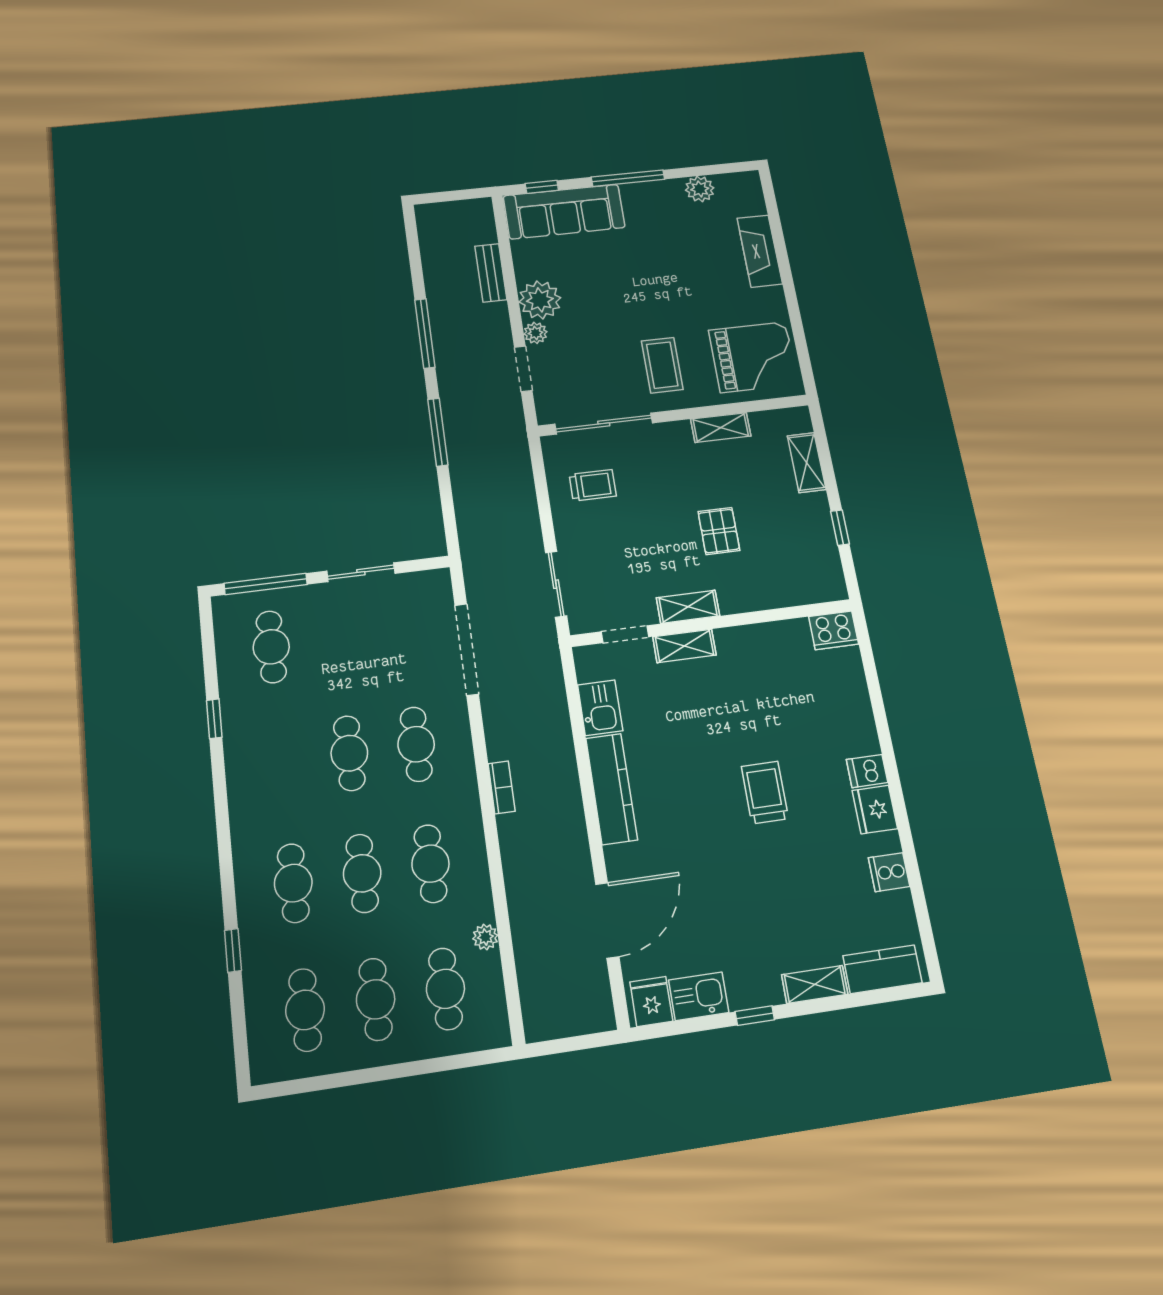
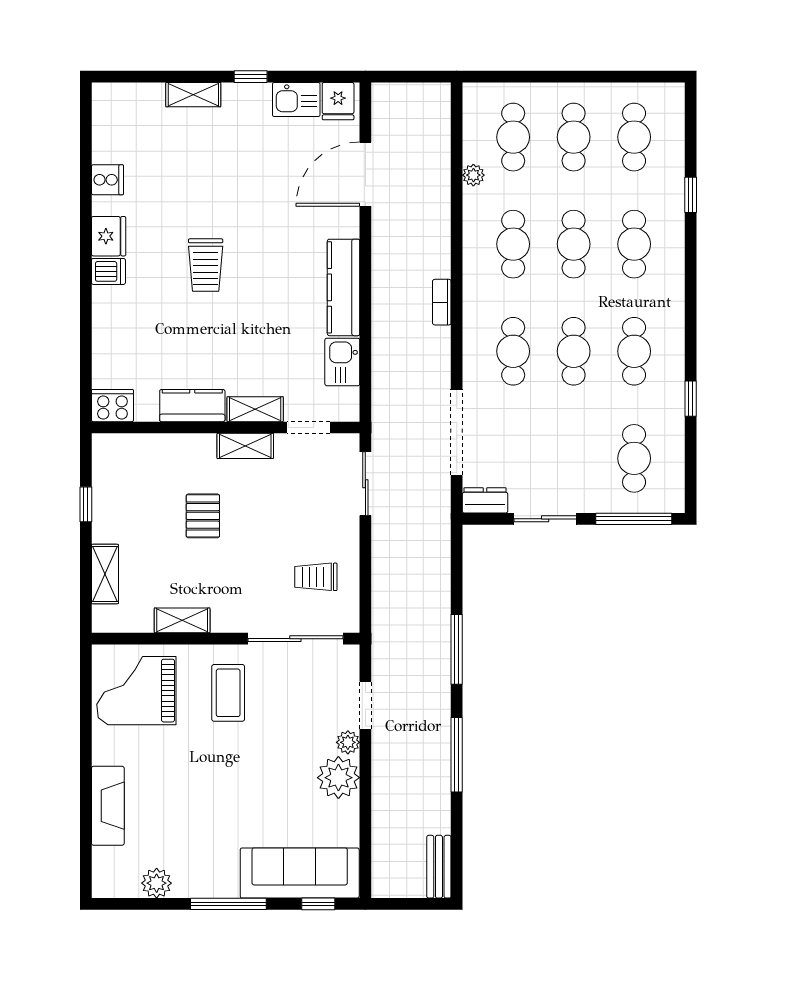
bench: (491, 273) -> (439, 867), moved
dresser: (427, 583) -> (485, 500), added
cafe table: (282, 762) -> (634, 351), added
kitchen counter: (882, 969) -> (192, 406), moved, turned 180

